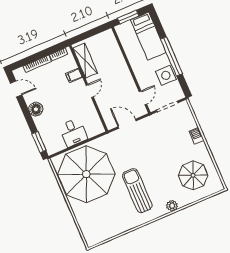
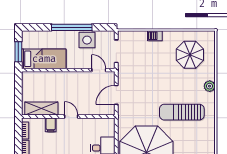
bed: (148, 36) -> (44, 59), moved

